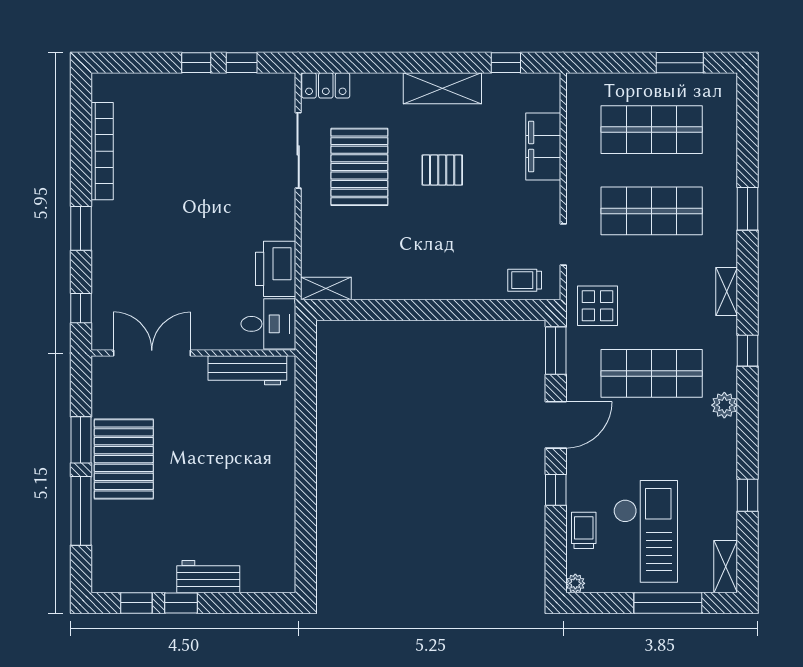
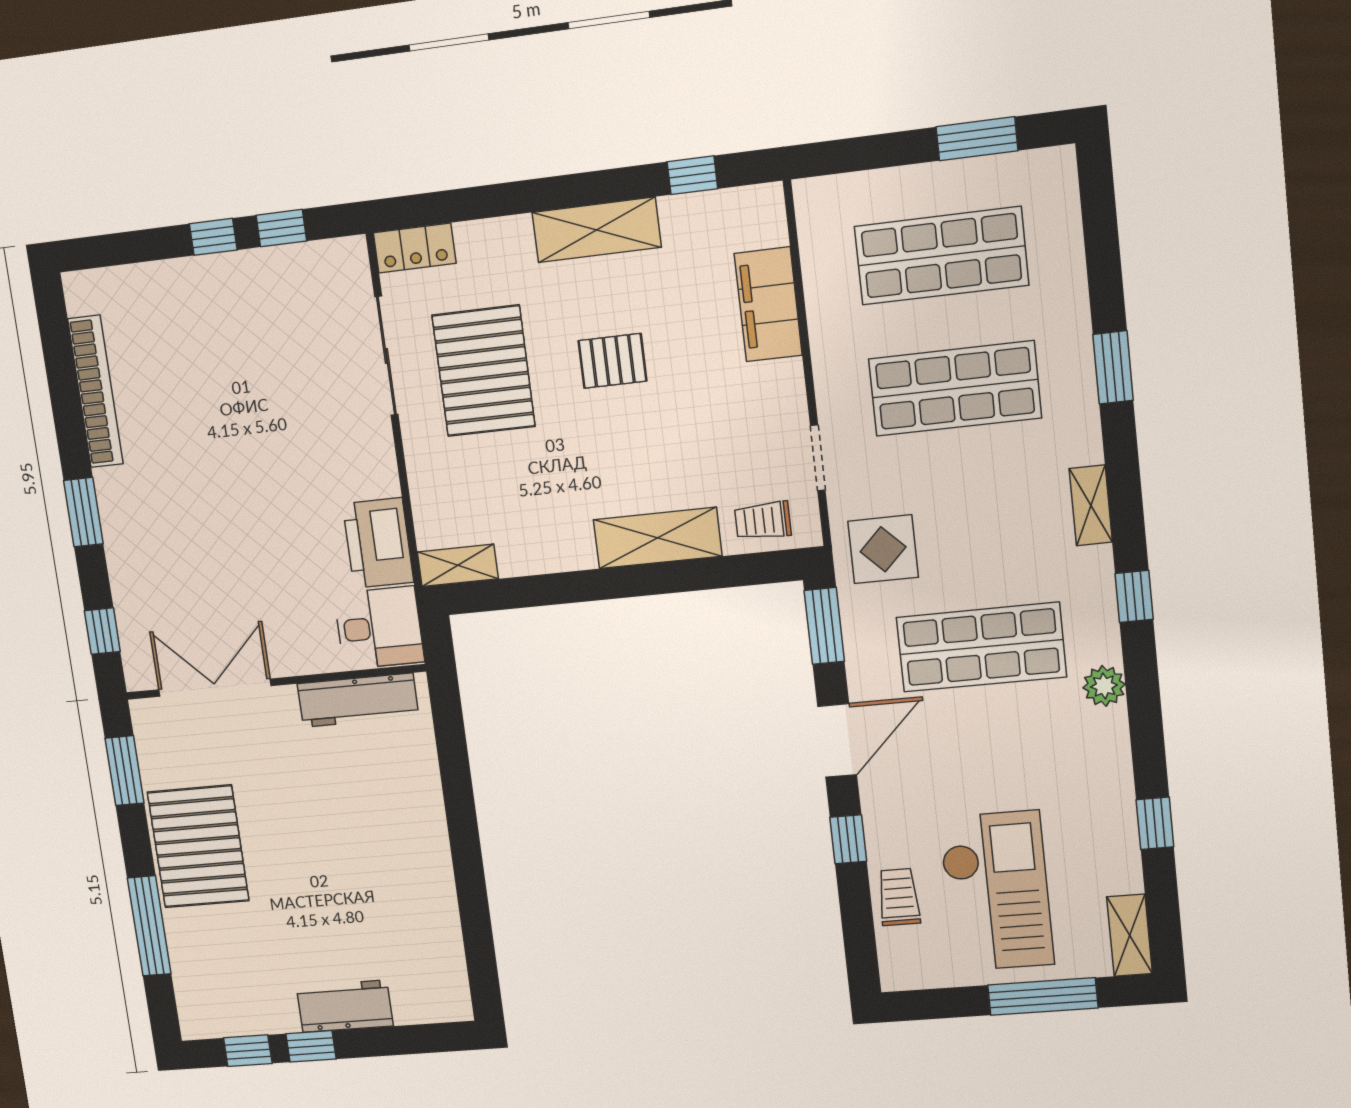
shelving: (457, 284) -> (658, 538), added
window: (81, 440) -> (125, 771), moved
plant: (575, 583) -> (894, 977), removed

